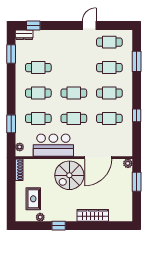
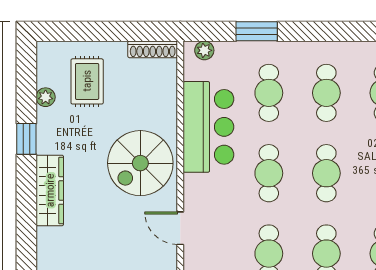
door: (98, 158) -> (180, 228), width x0.53
spiral stairs: (69, 175) -> (140, 163), turned -90
rug: (33, 199) -> (87, 81), turned 90
wardrobe: (93, 215) -> (50, 190), moved

